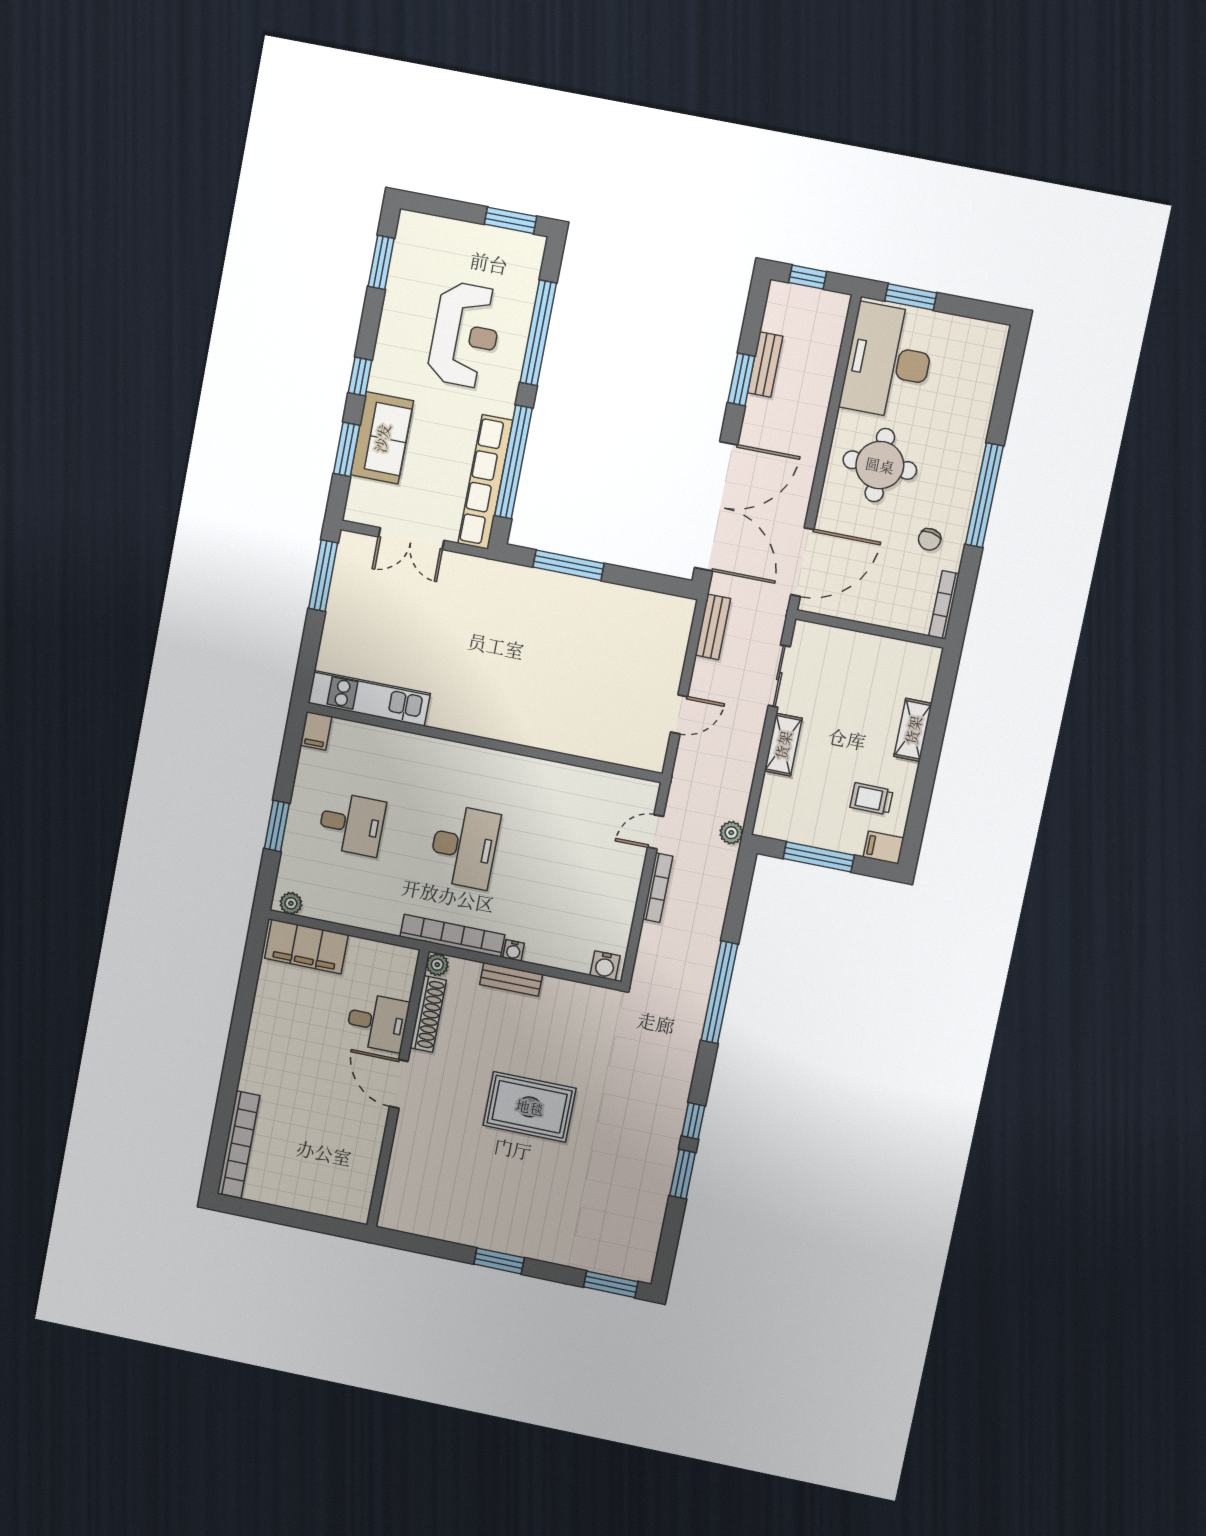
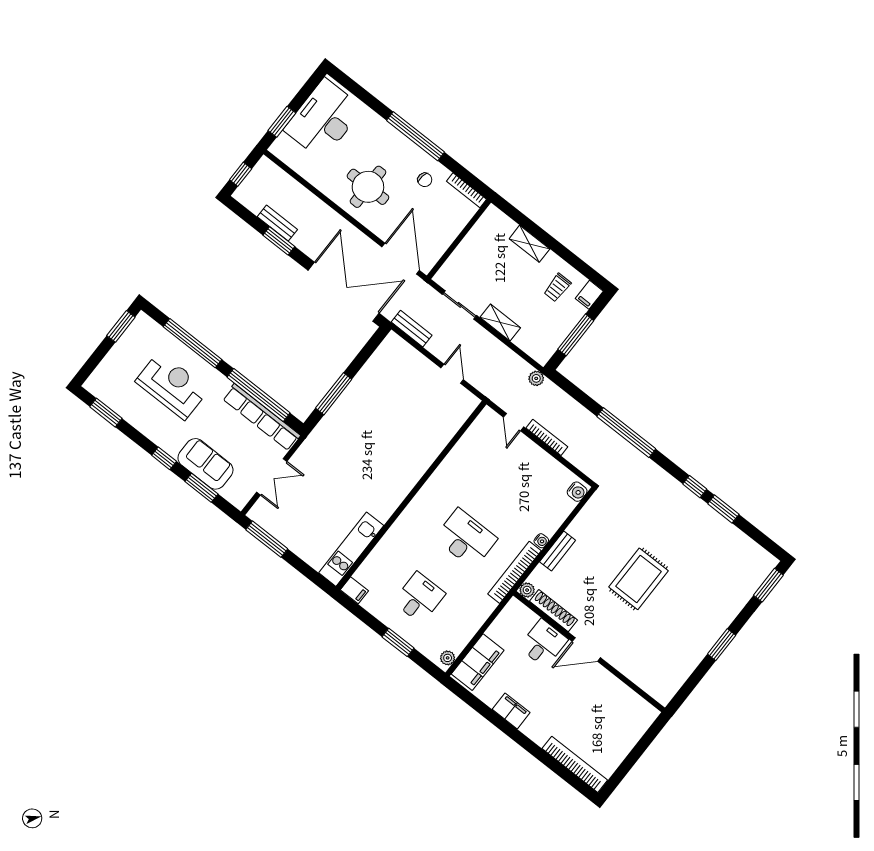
desk: (888, 361) -> (323, 119), moved, turned 90
filing cabinet: (265, 1024) -> (511, 711), added

